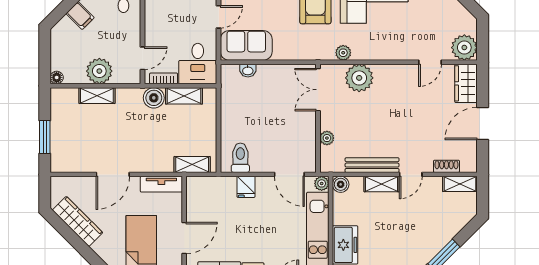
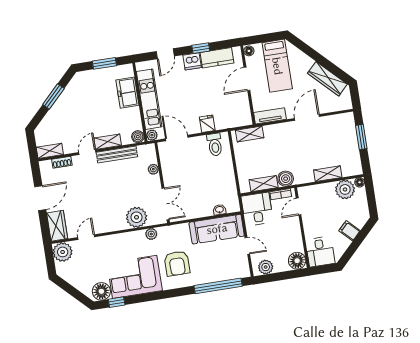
door: (219, 17) -> (247, 246), swing flipped
sofa: (246, 45) -> (217, 229), width x1.36
plant: (99, 71) -> (345, 189), moved

